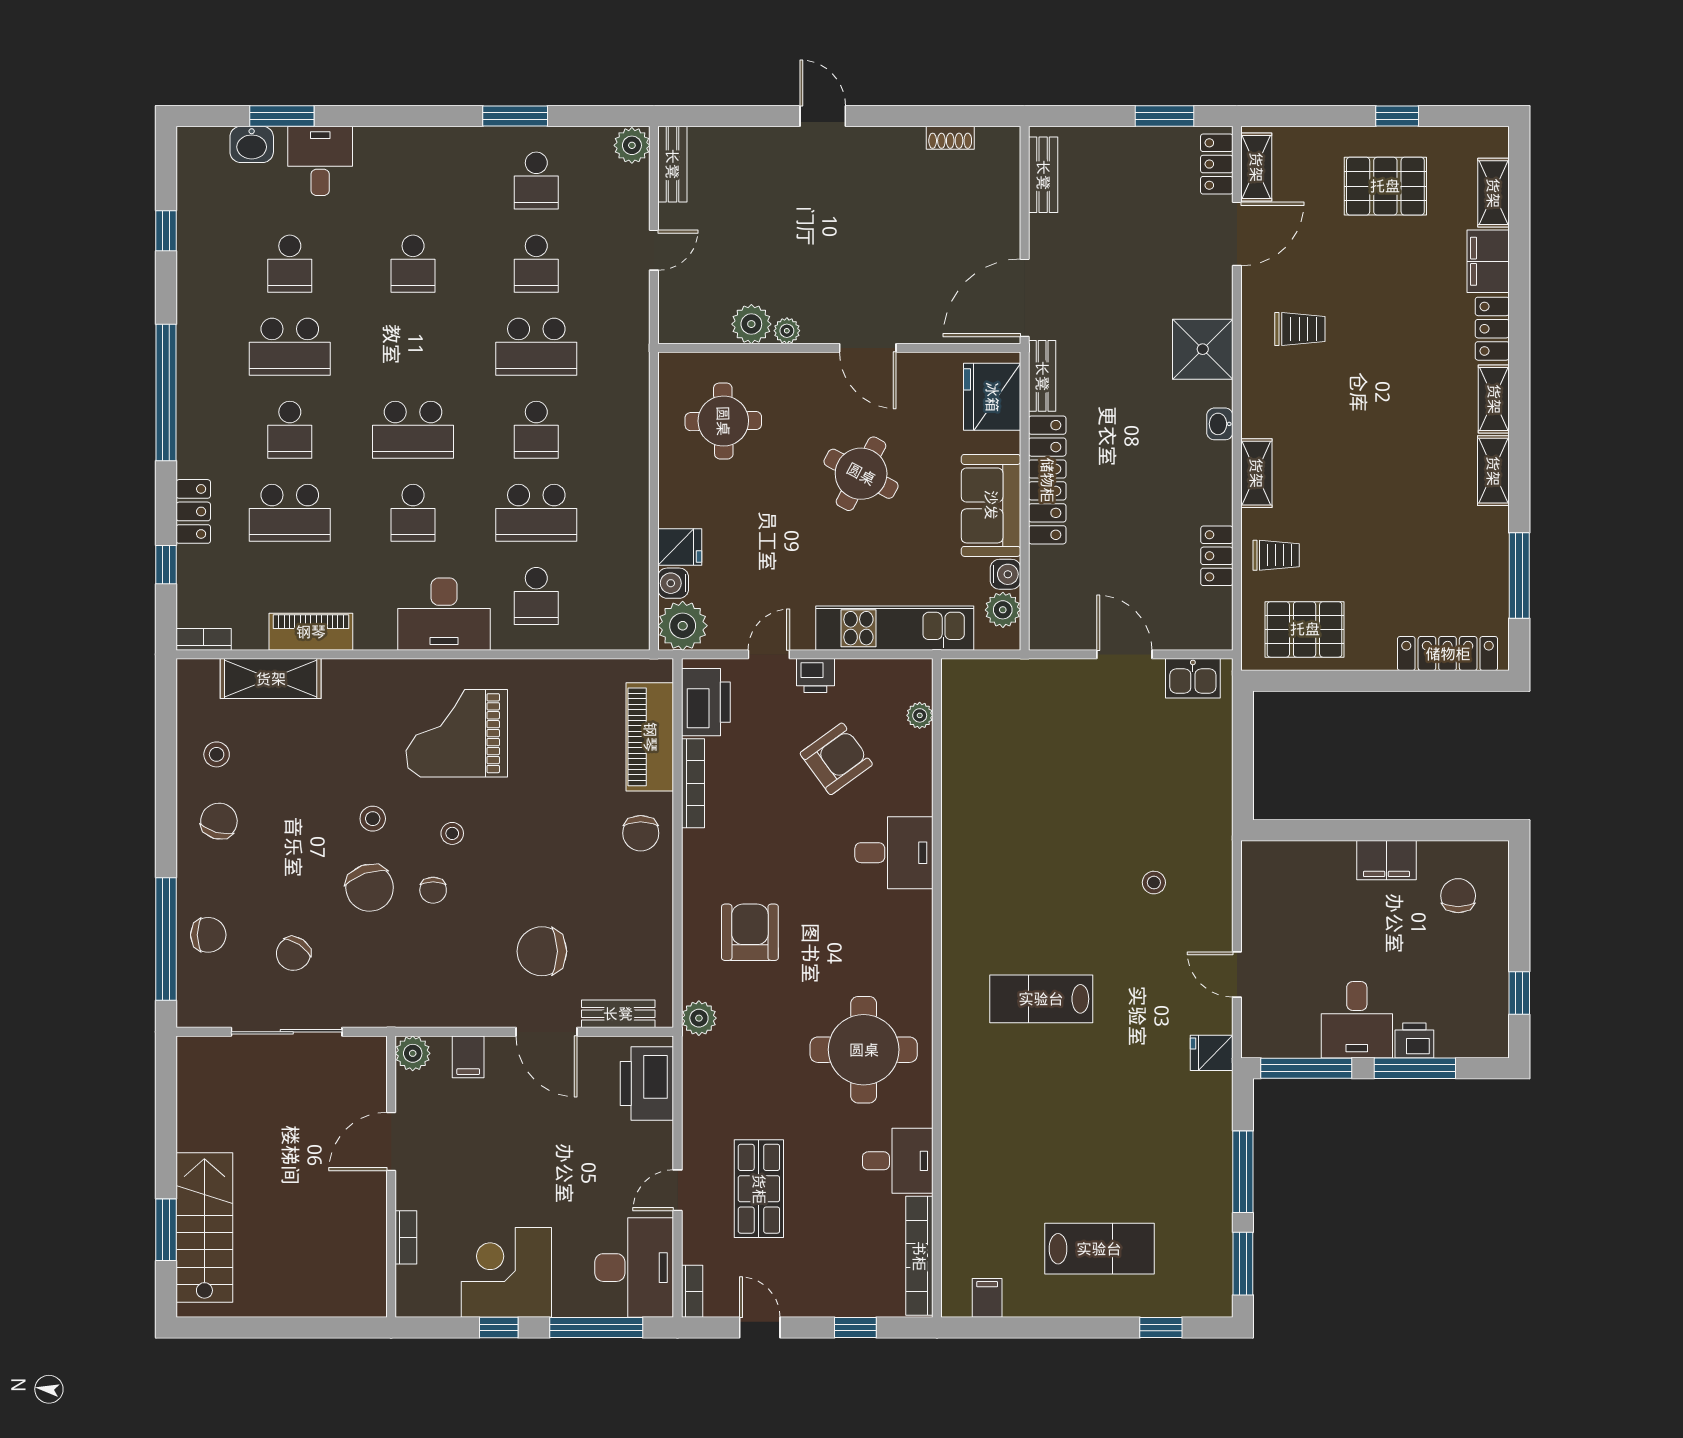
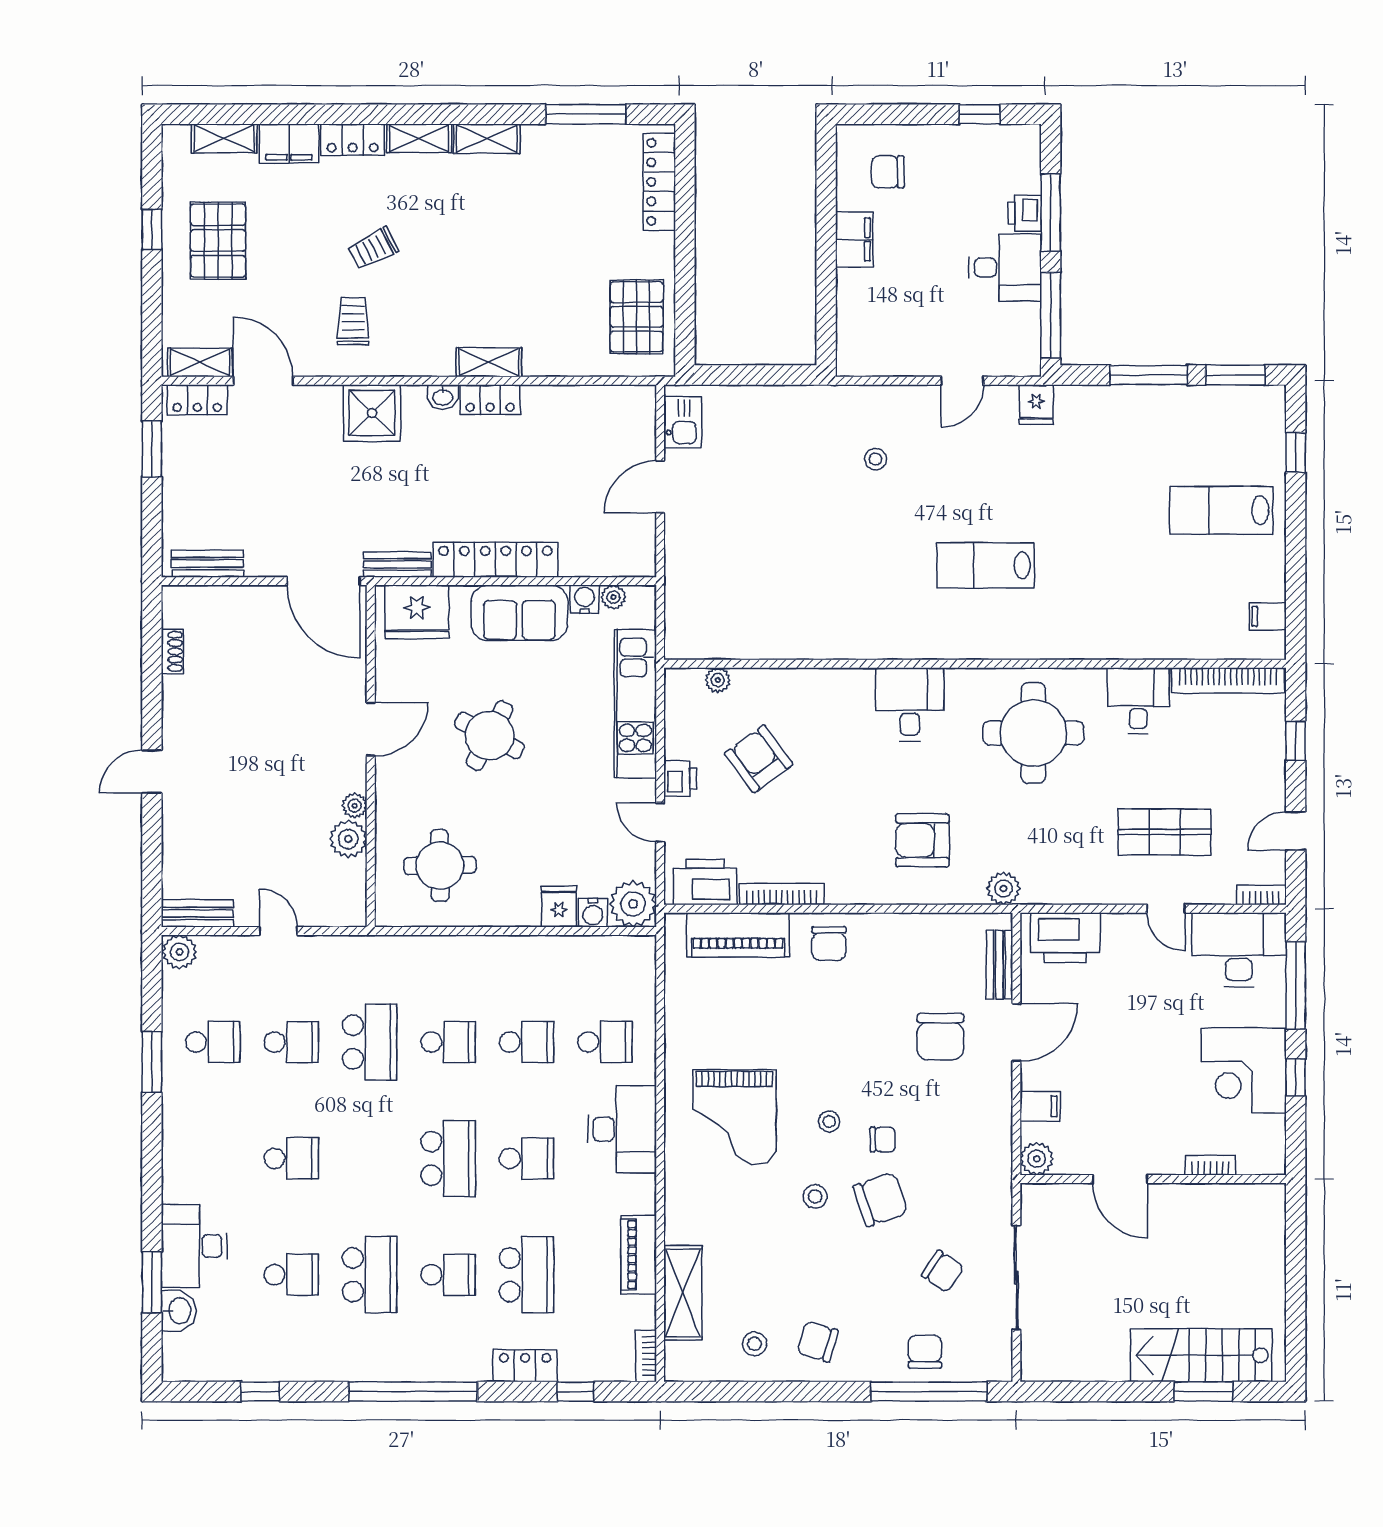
desk: (320, 161) -> (194, 1246), width x1.37
school desk: (536, 513) -> (526, 1042), width x0.54
trolley: (1276, 555) -> (373, 248), moved, turned -117
locker: (1217, 556) -> (490, 400), moved
plant: (1003, 610) -> (613, 597), width x0.73, depth x0.73
chair: (641, 833) -> (829, 943), turned 90
desk: (894, 853) -> (910, 704), moved
lab bench: (1041, 999) -> (985, 565), turned 90
lab bench: (1099, 1249) -> (1221, 510), turned -90

